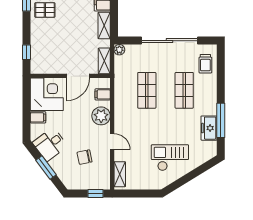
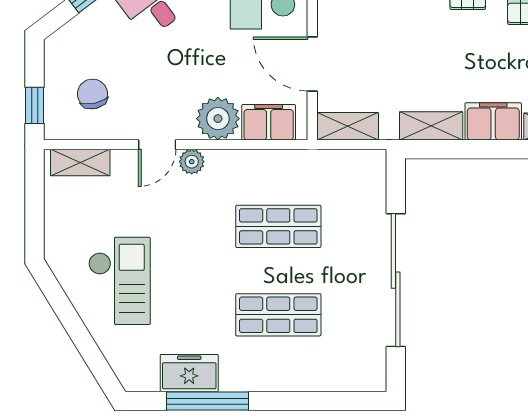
plant: (119, 50) -> (192, 162), moved
trolley: (205, 64) -> (341, 365), removed
filing cabinet: (103, 94) -> (269, 122), width x2.00
chair: (85, 157) -> (92, 94), moved

